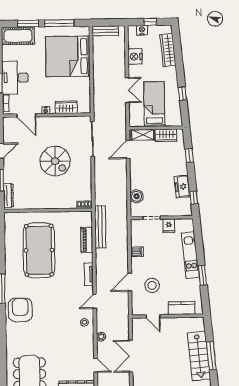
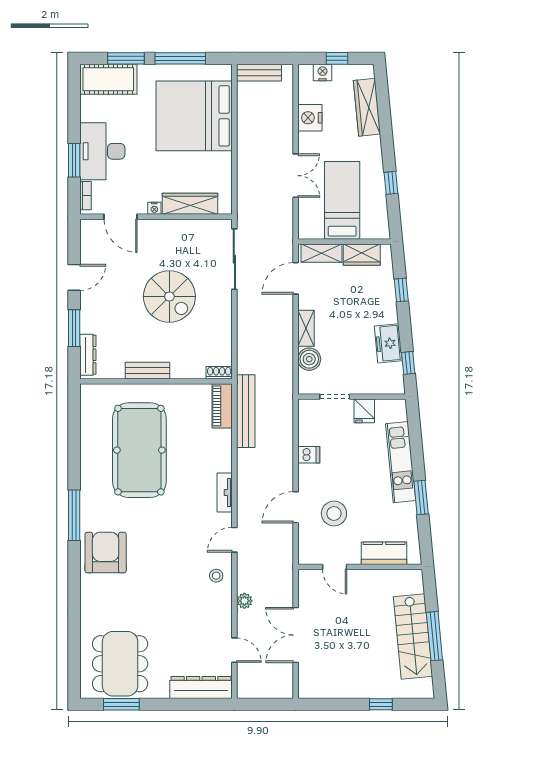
wardrobe: (66, 107) -> (190, 204), width x1.50
shelving: (134, 178) -> (306, 328), added
bench: (43, 204) -> (147, 371), added
piano: (87, 240) -> (222, 406), moved

